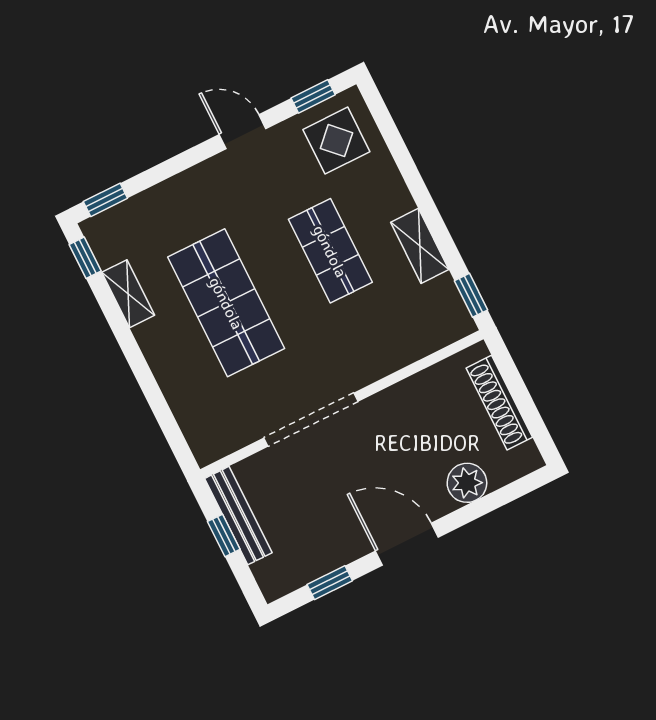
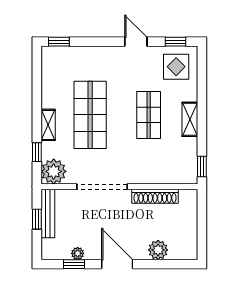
shelving: (420, 246) -> (190, 119), moved
window: (85, 258) -> (37, 152), moved
shelving: (128, 294) -> (48, 125), moved
shoe rack: (499, 403) -> (155, 196), moved, turned -90
plant: (211, 436) -> (54, 171), added
plant: (327, 560) -> (78, 253), added

